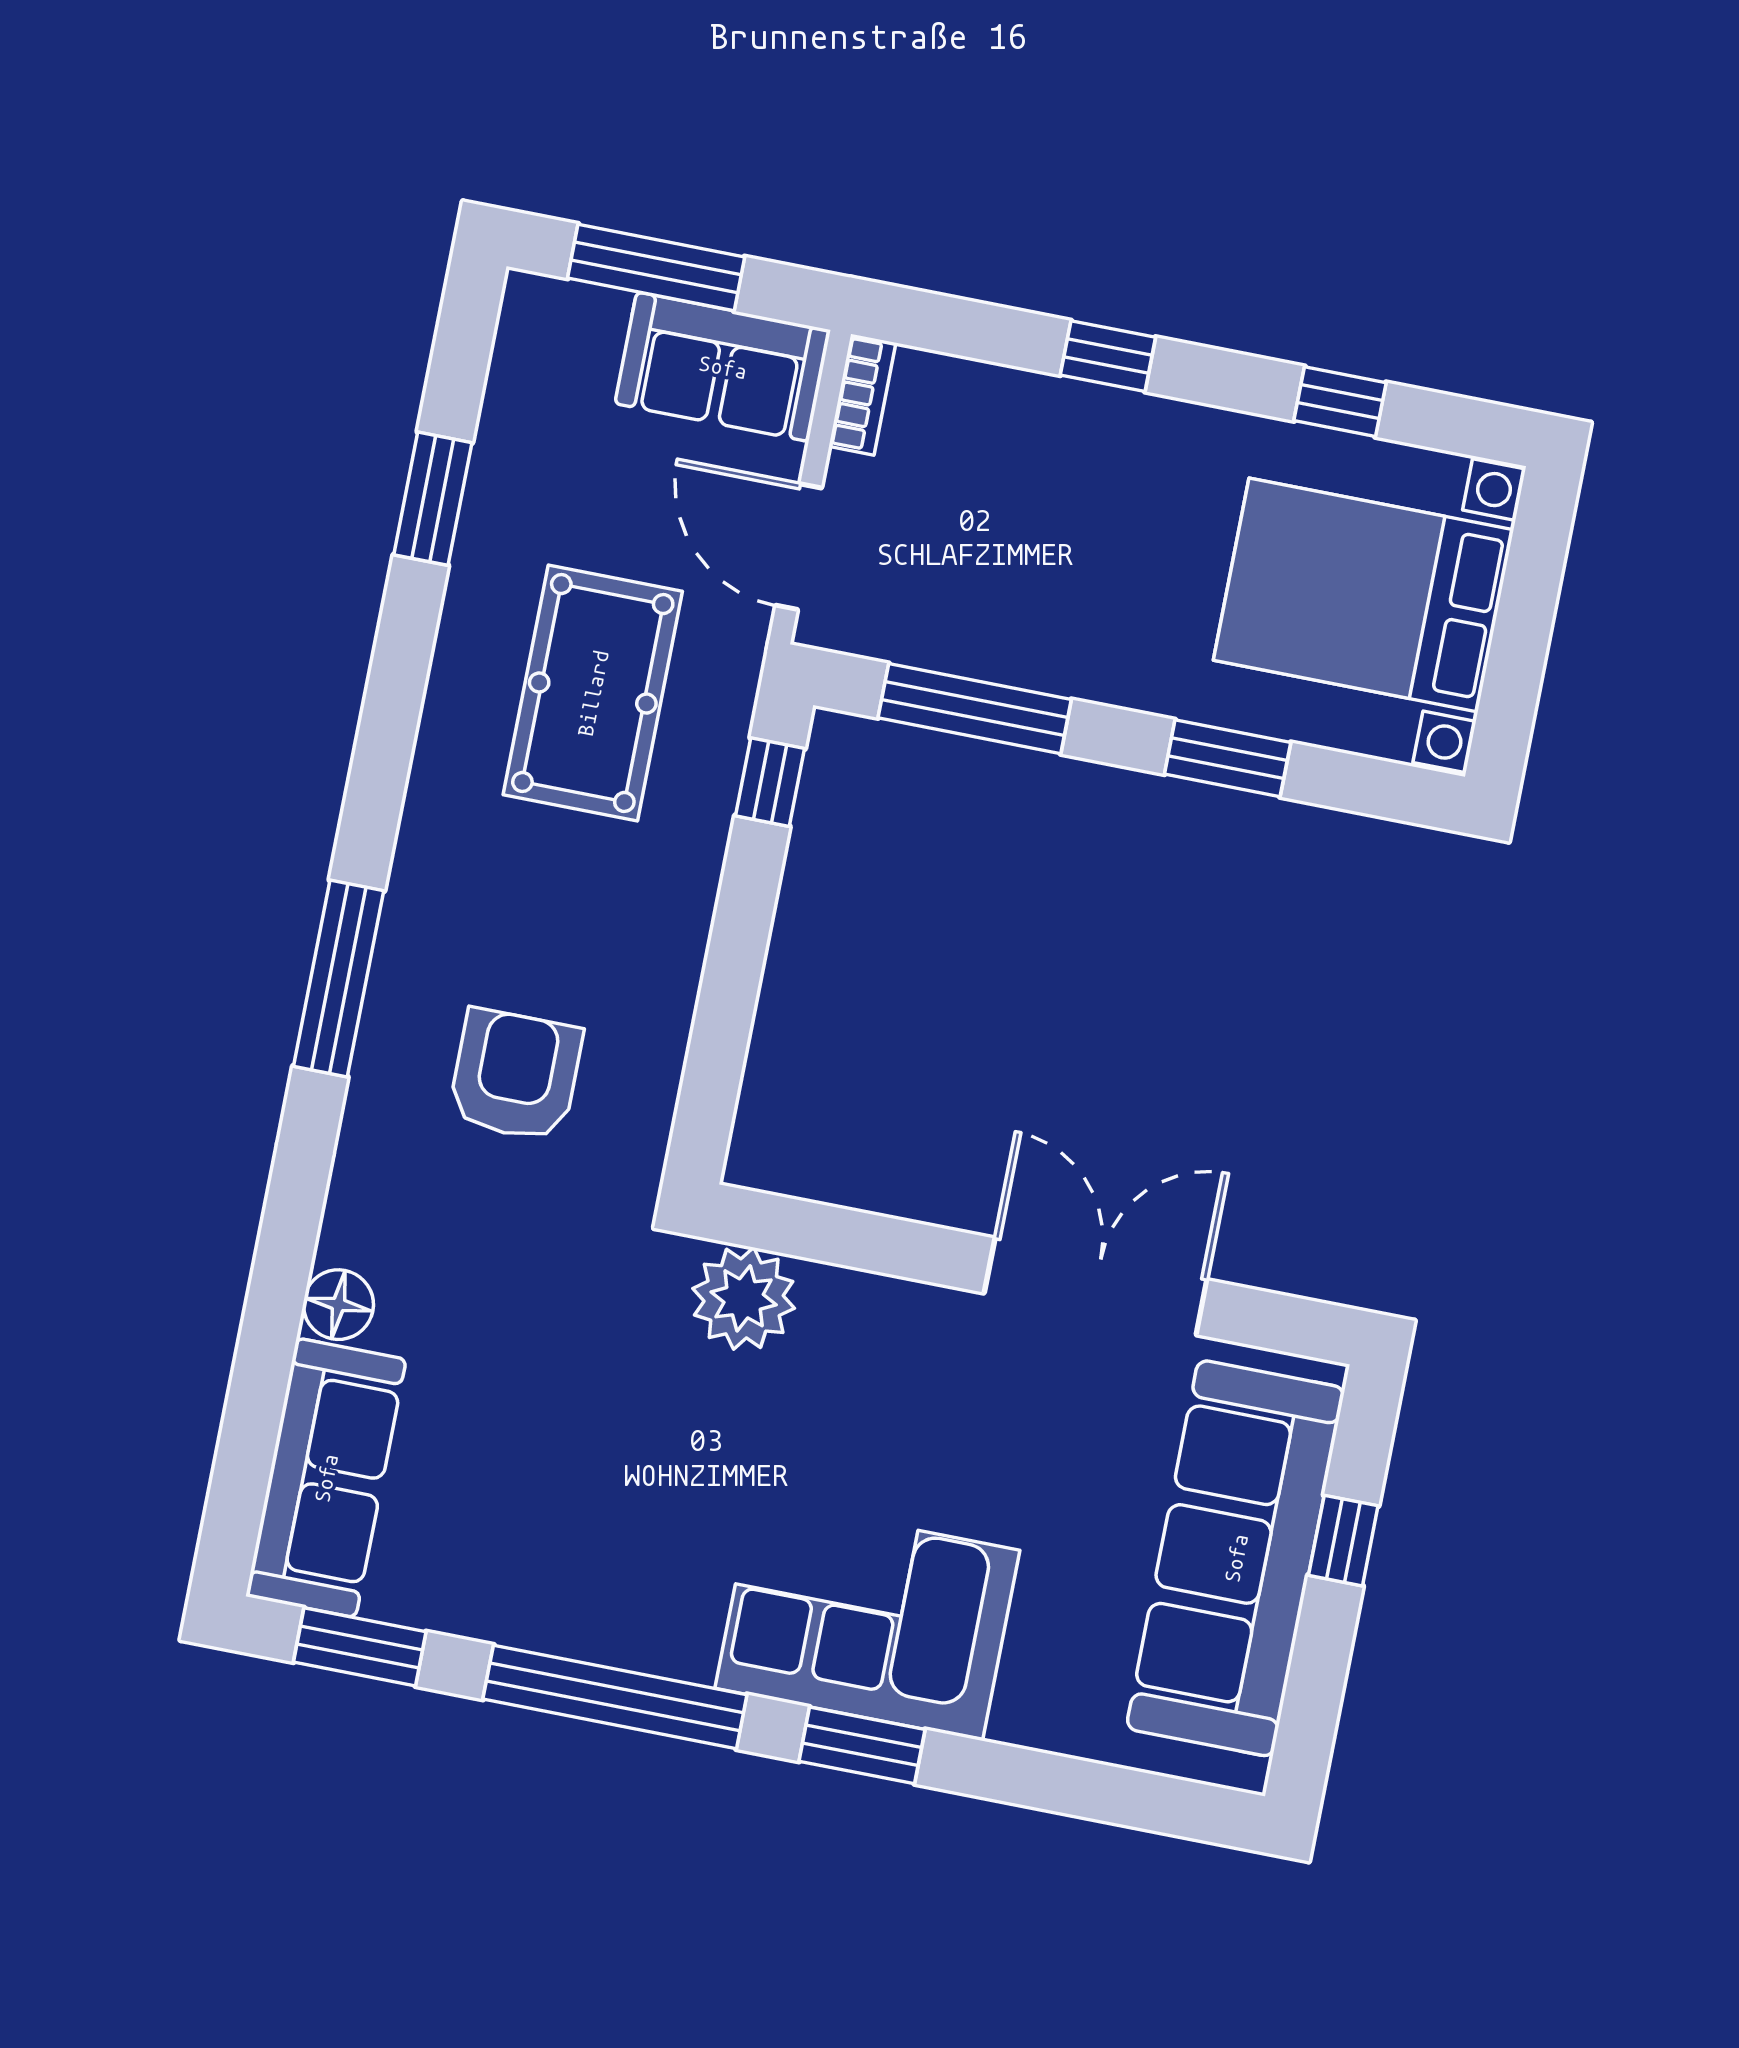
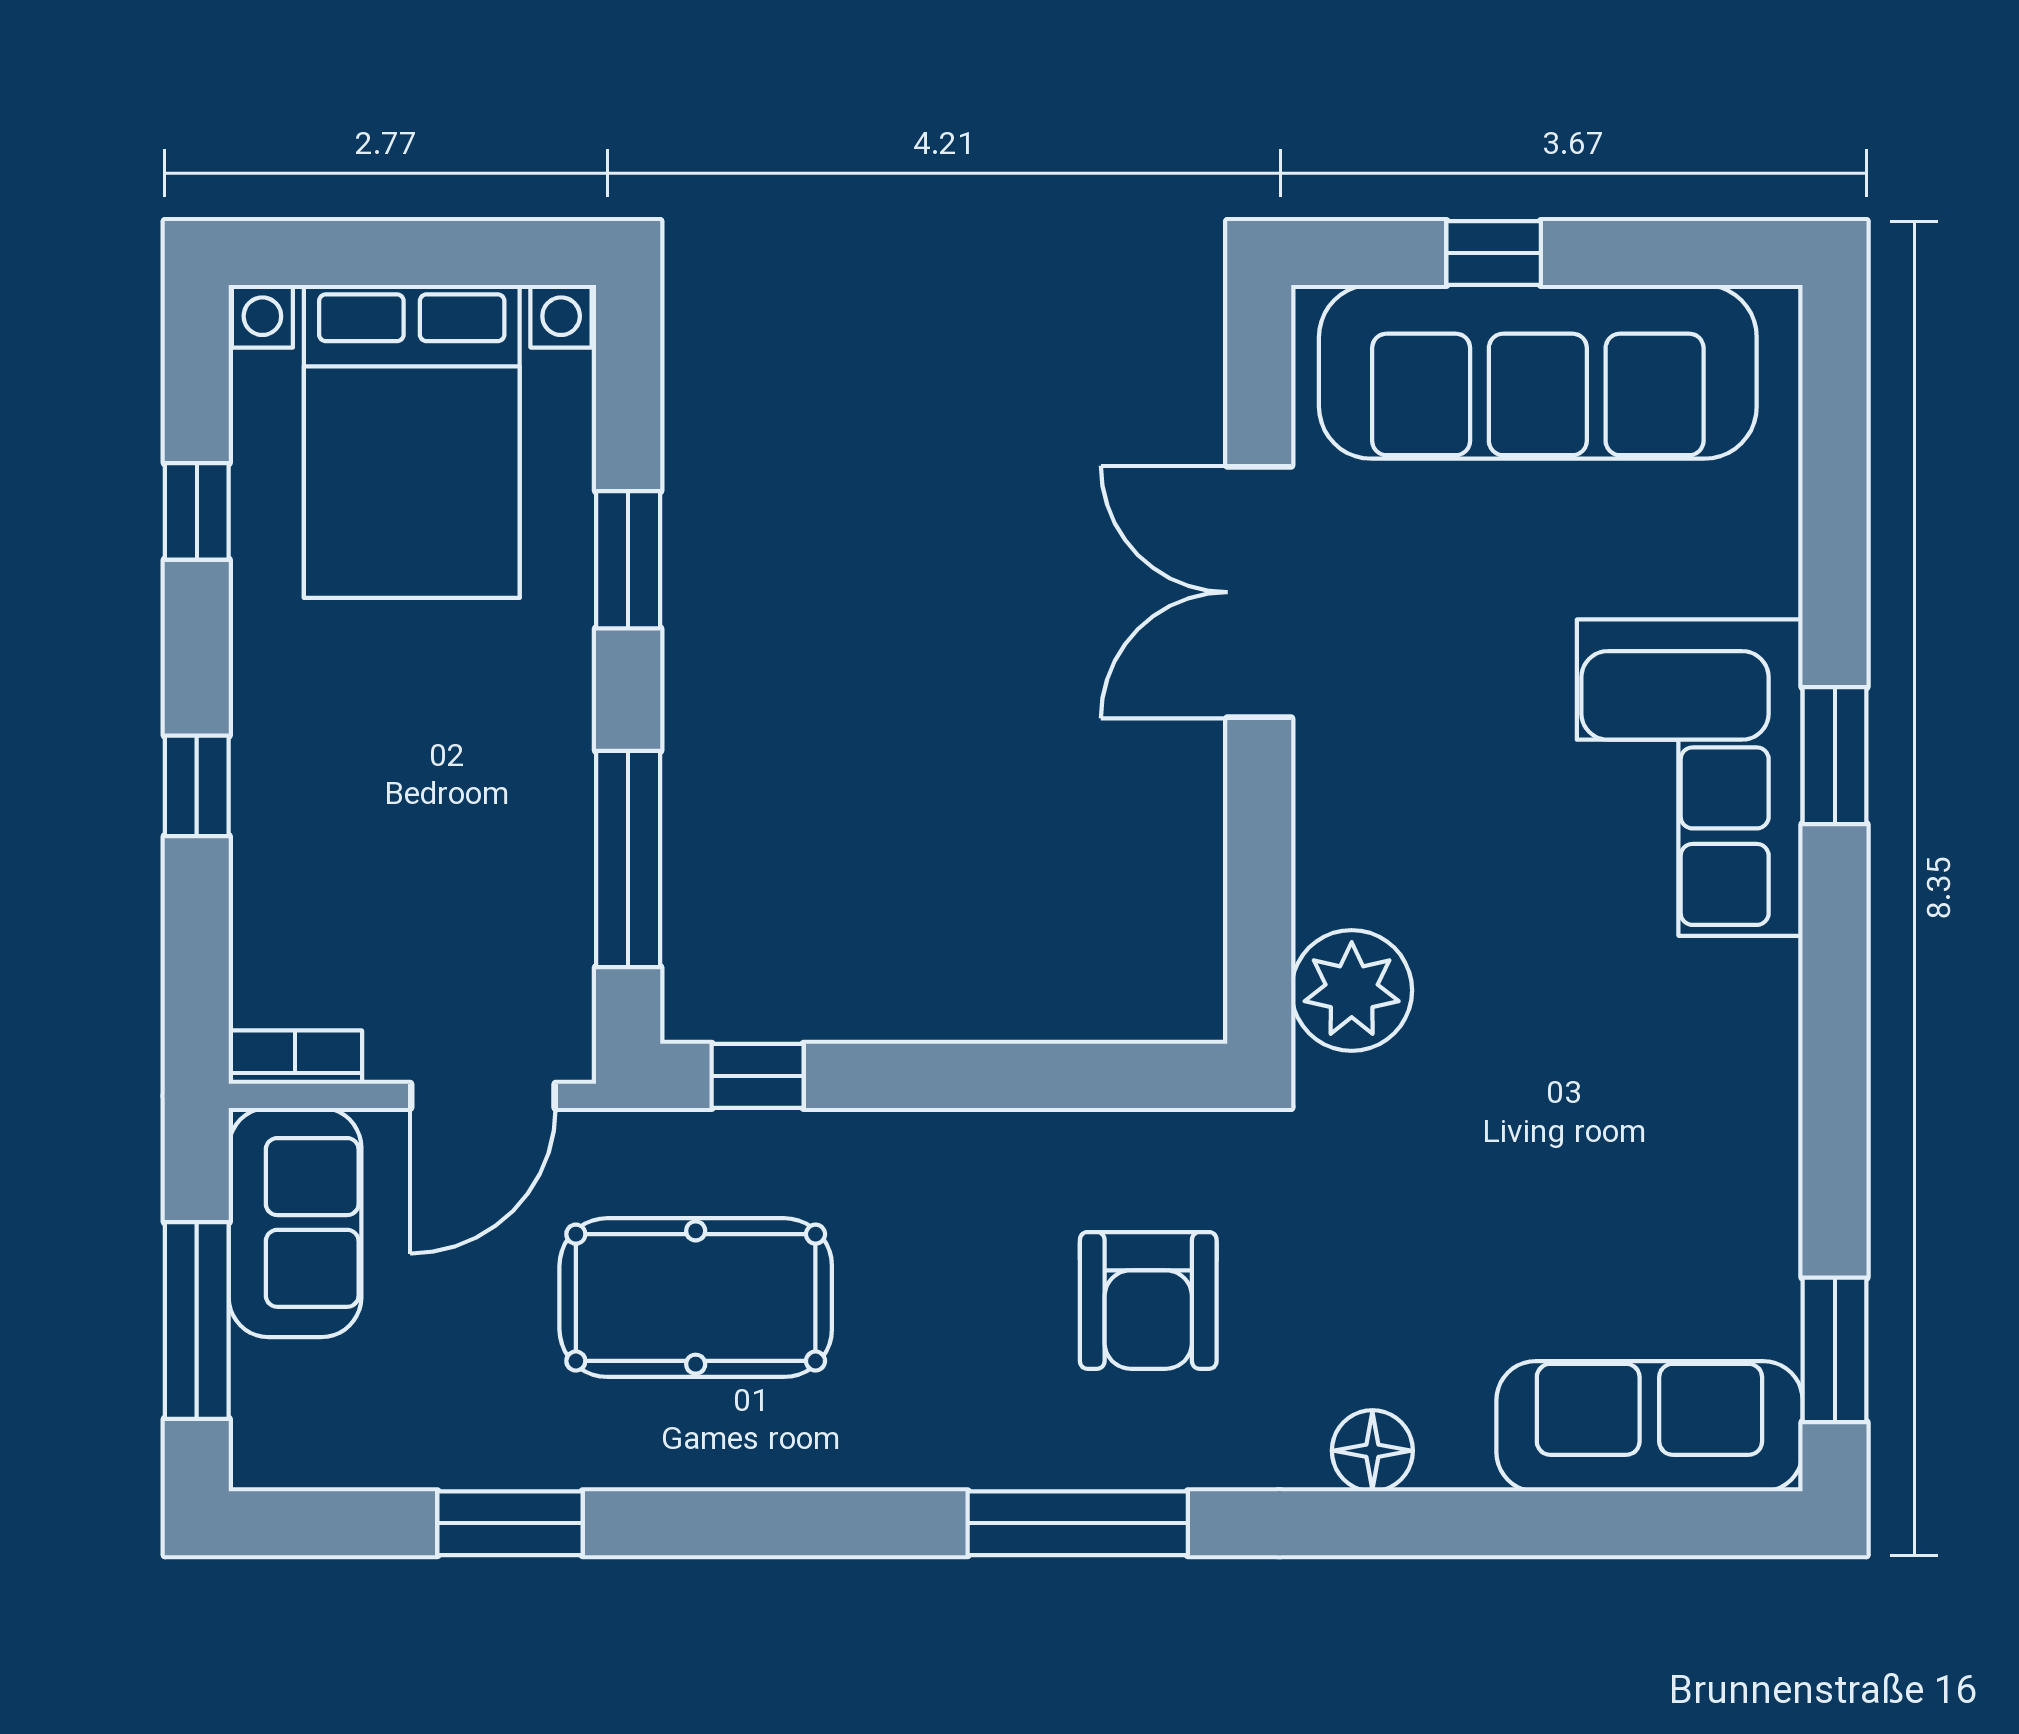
armchair: (515, 1075) -> (1148, 1300), turned -90
floor lamp: (338, 1305) -> (1372, 1451), moved
window: (615, 1697) -> (1835, 1048), removed

